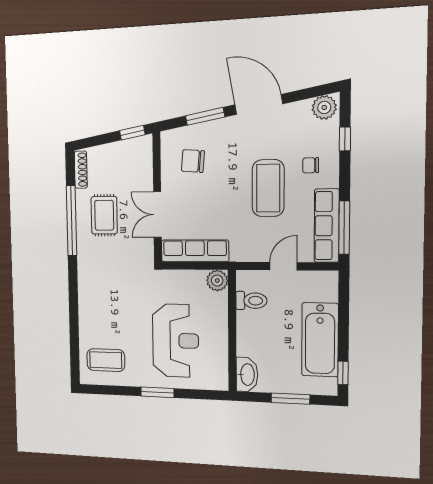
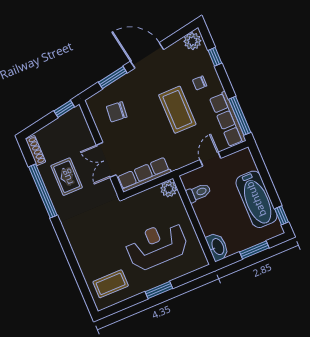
reception desk: (175, 341) -> (157, 245), turned -90

